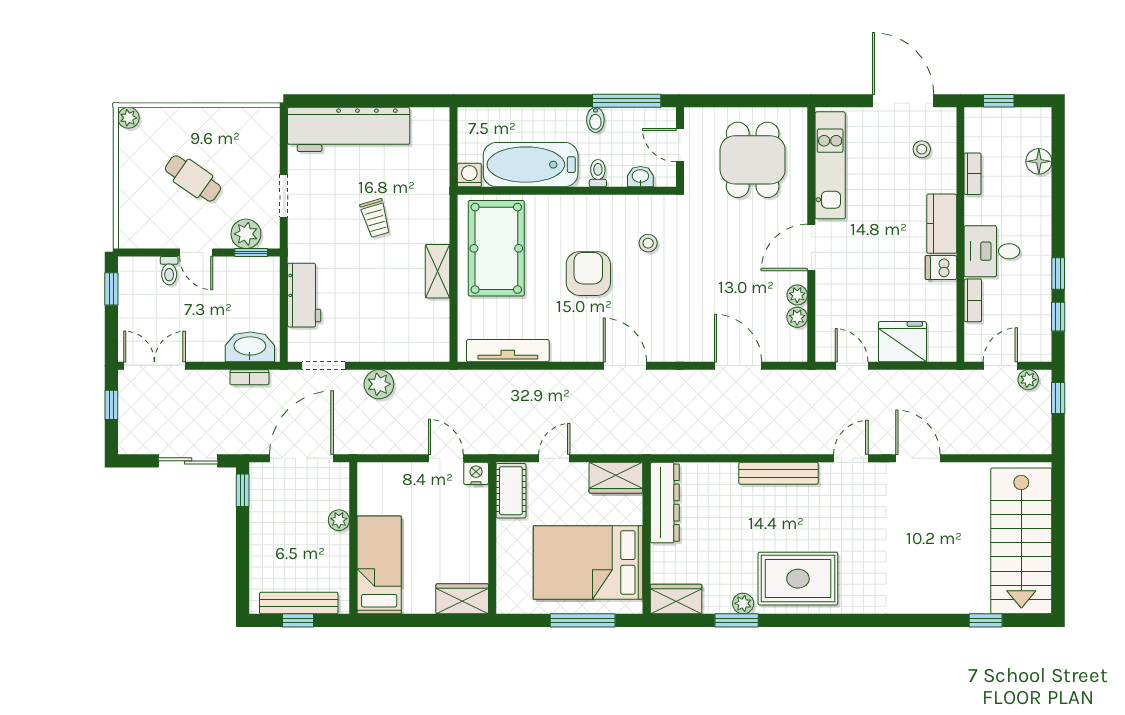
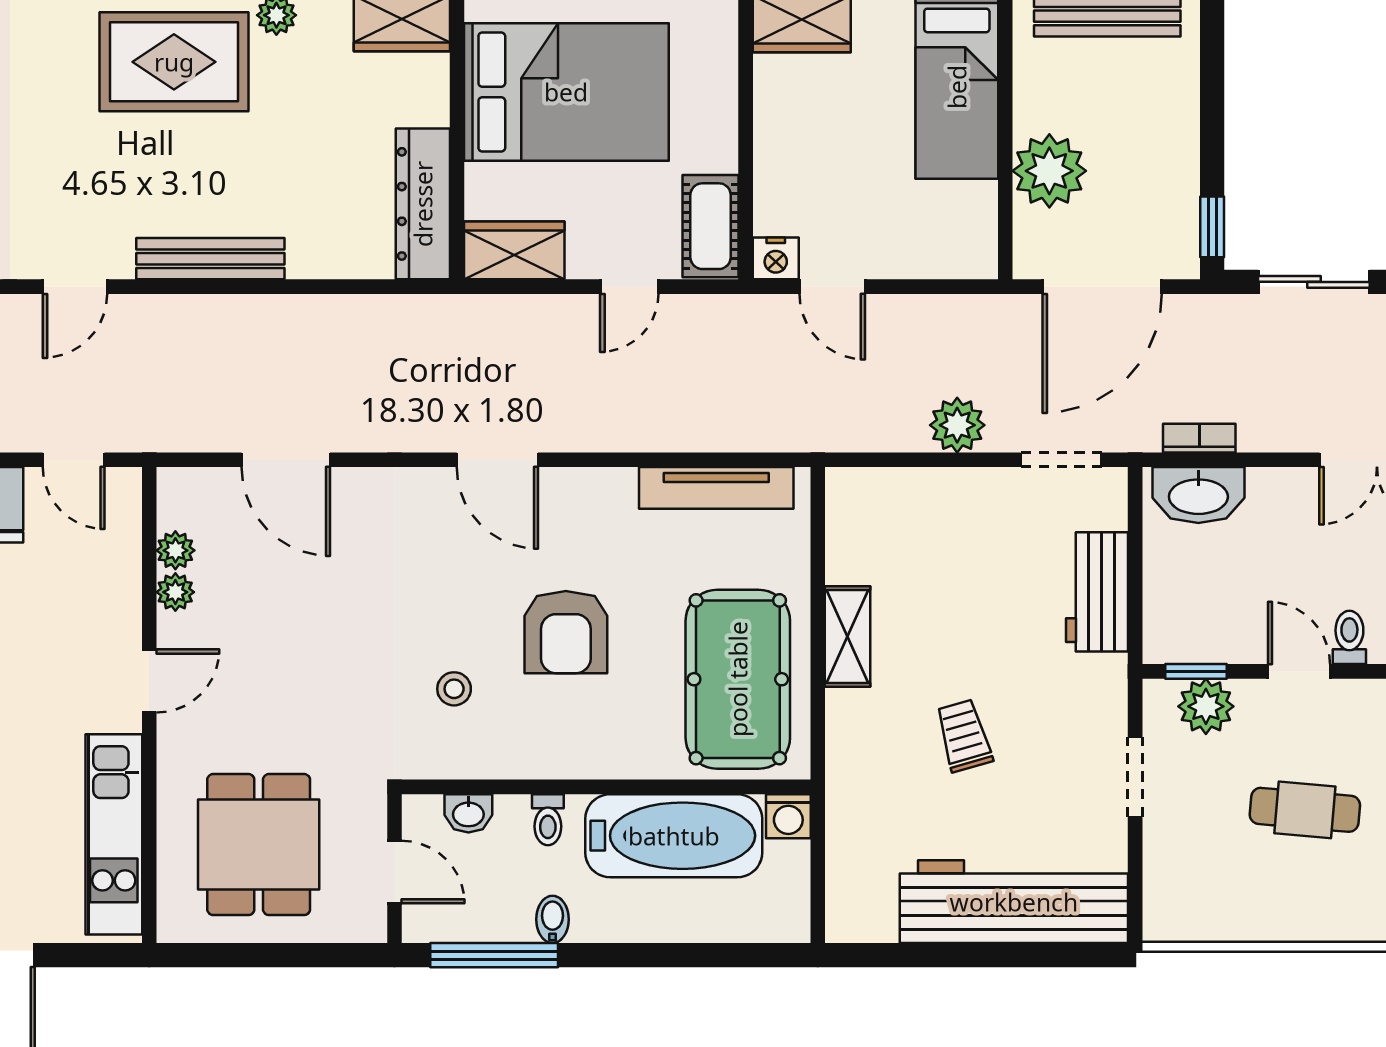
cafe table: (193, 178) -> (1305, 810), turned -30
door: (811, 247) -> (149, 681), width x0.73
plant: (339, 520) -> (1049, 171), width x1.88, depth x1.88

